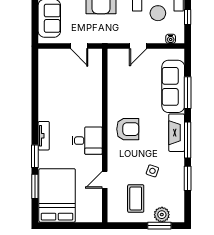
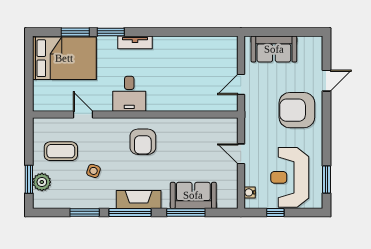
sofa: (173, 86) -> (193, 195), width x0.73

